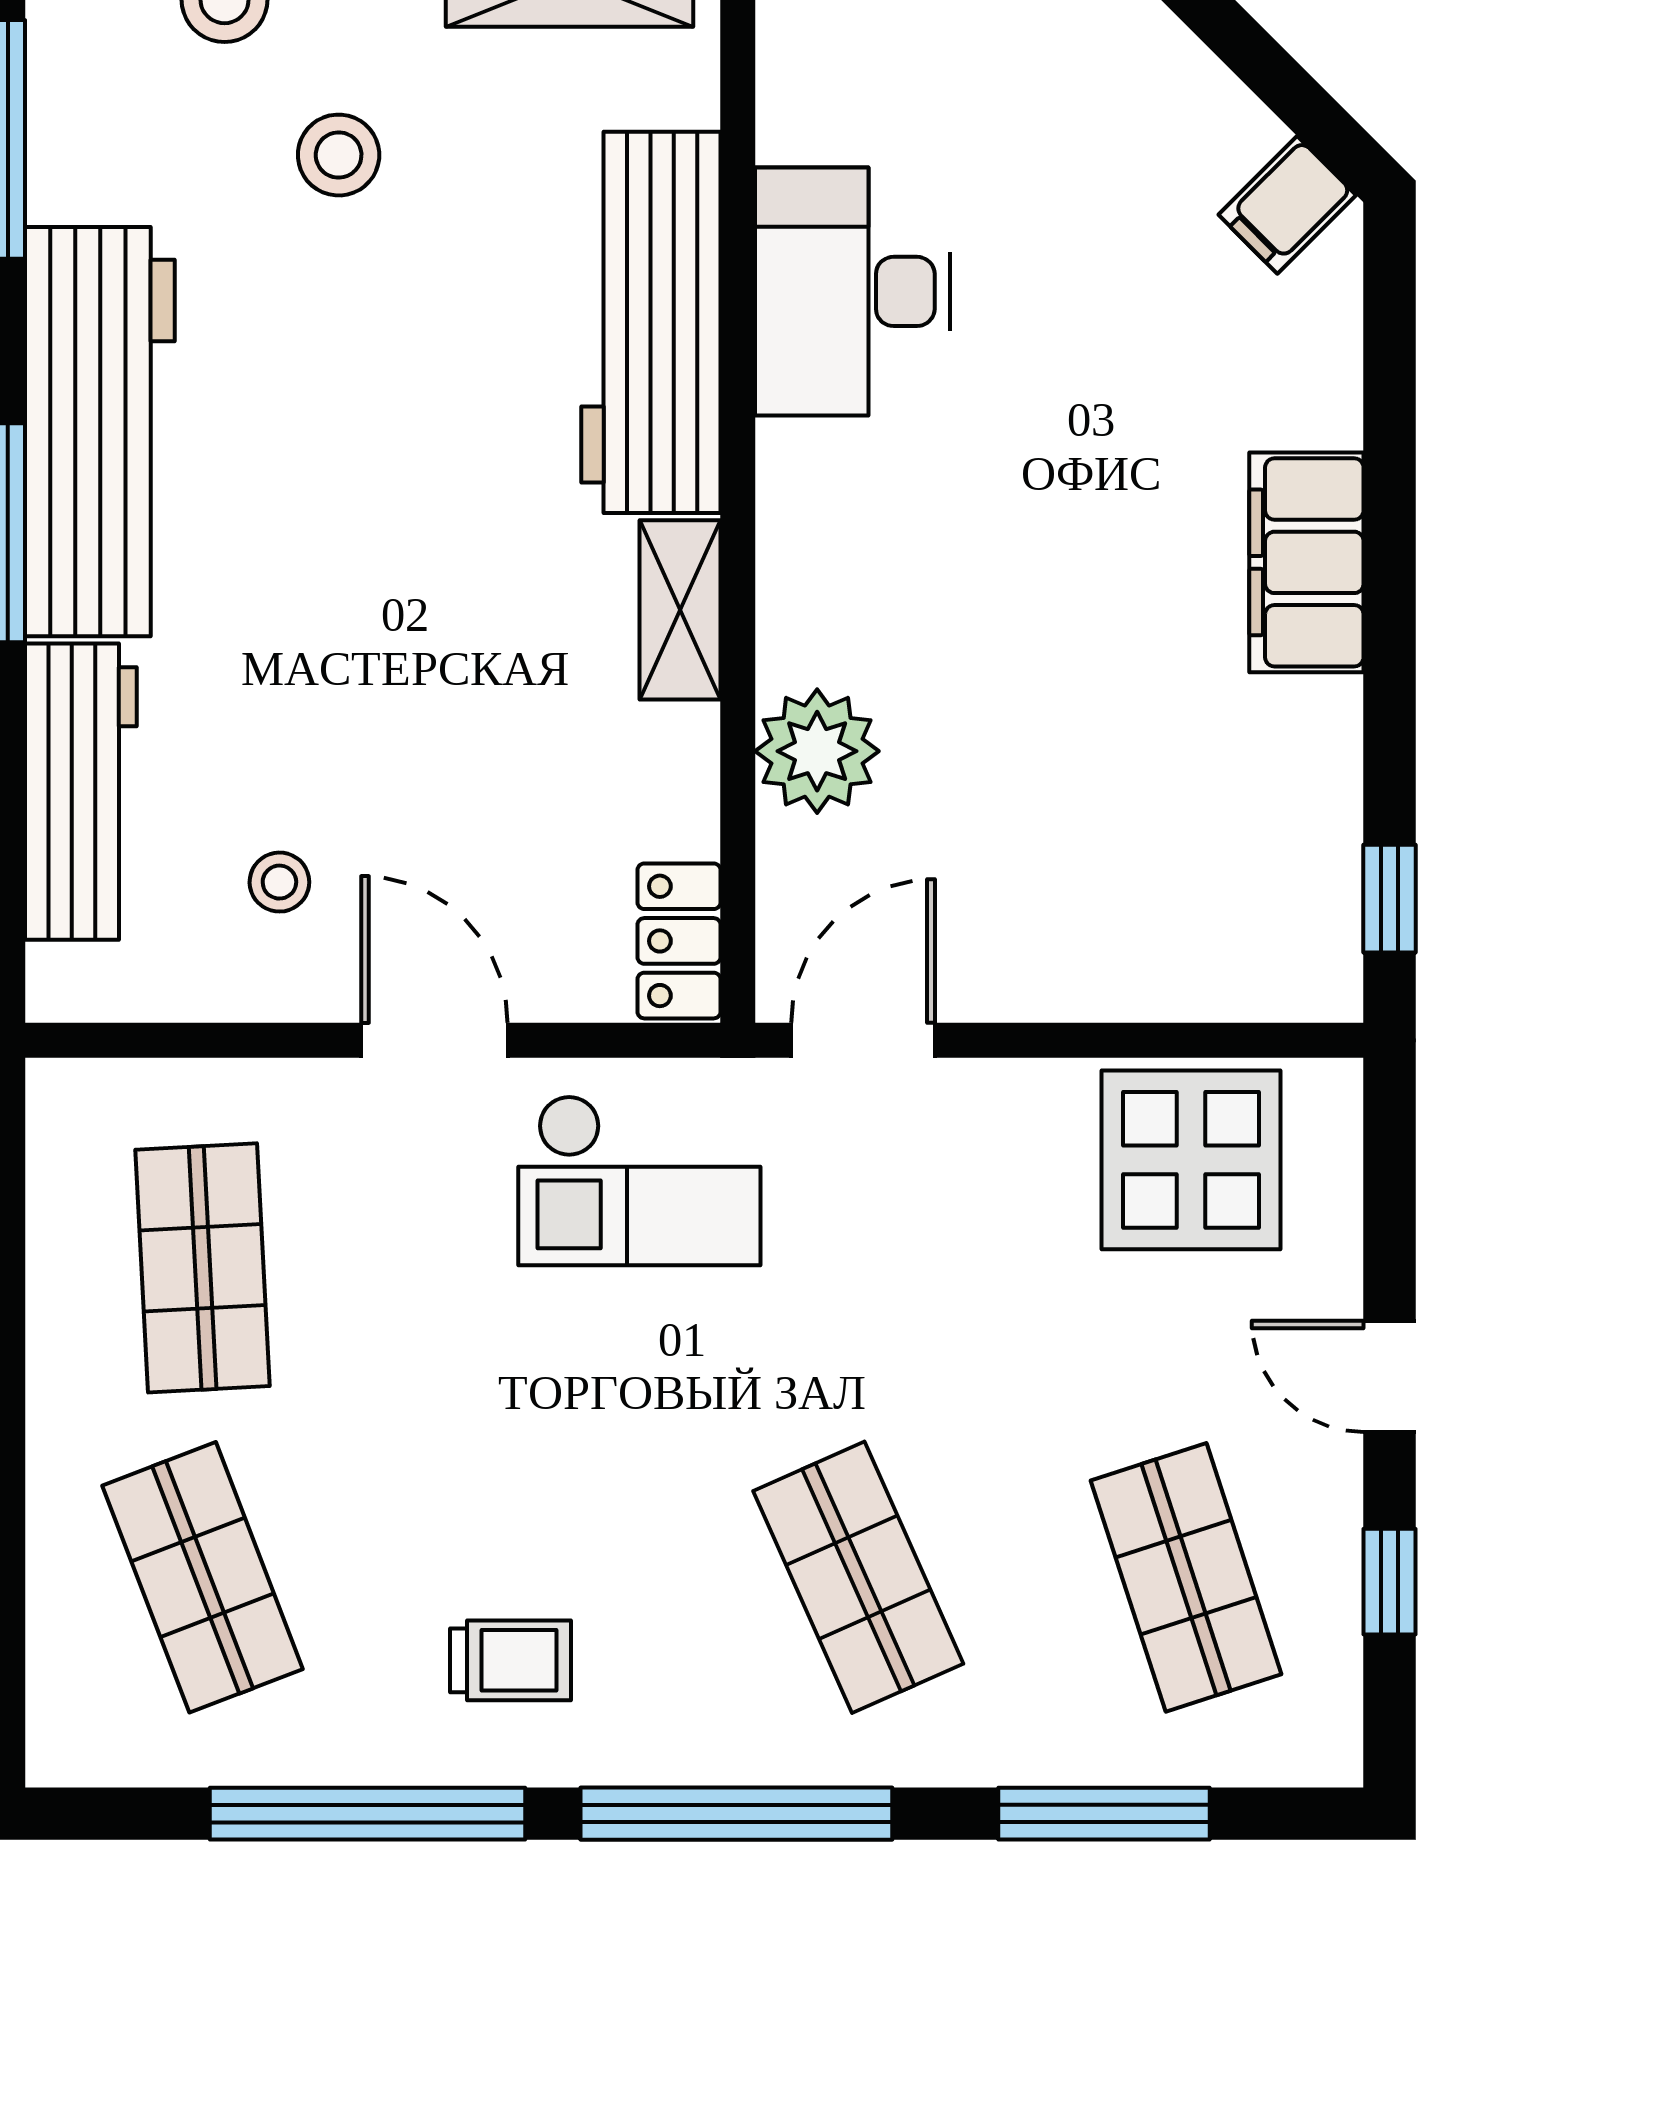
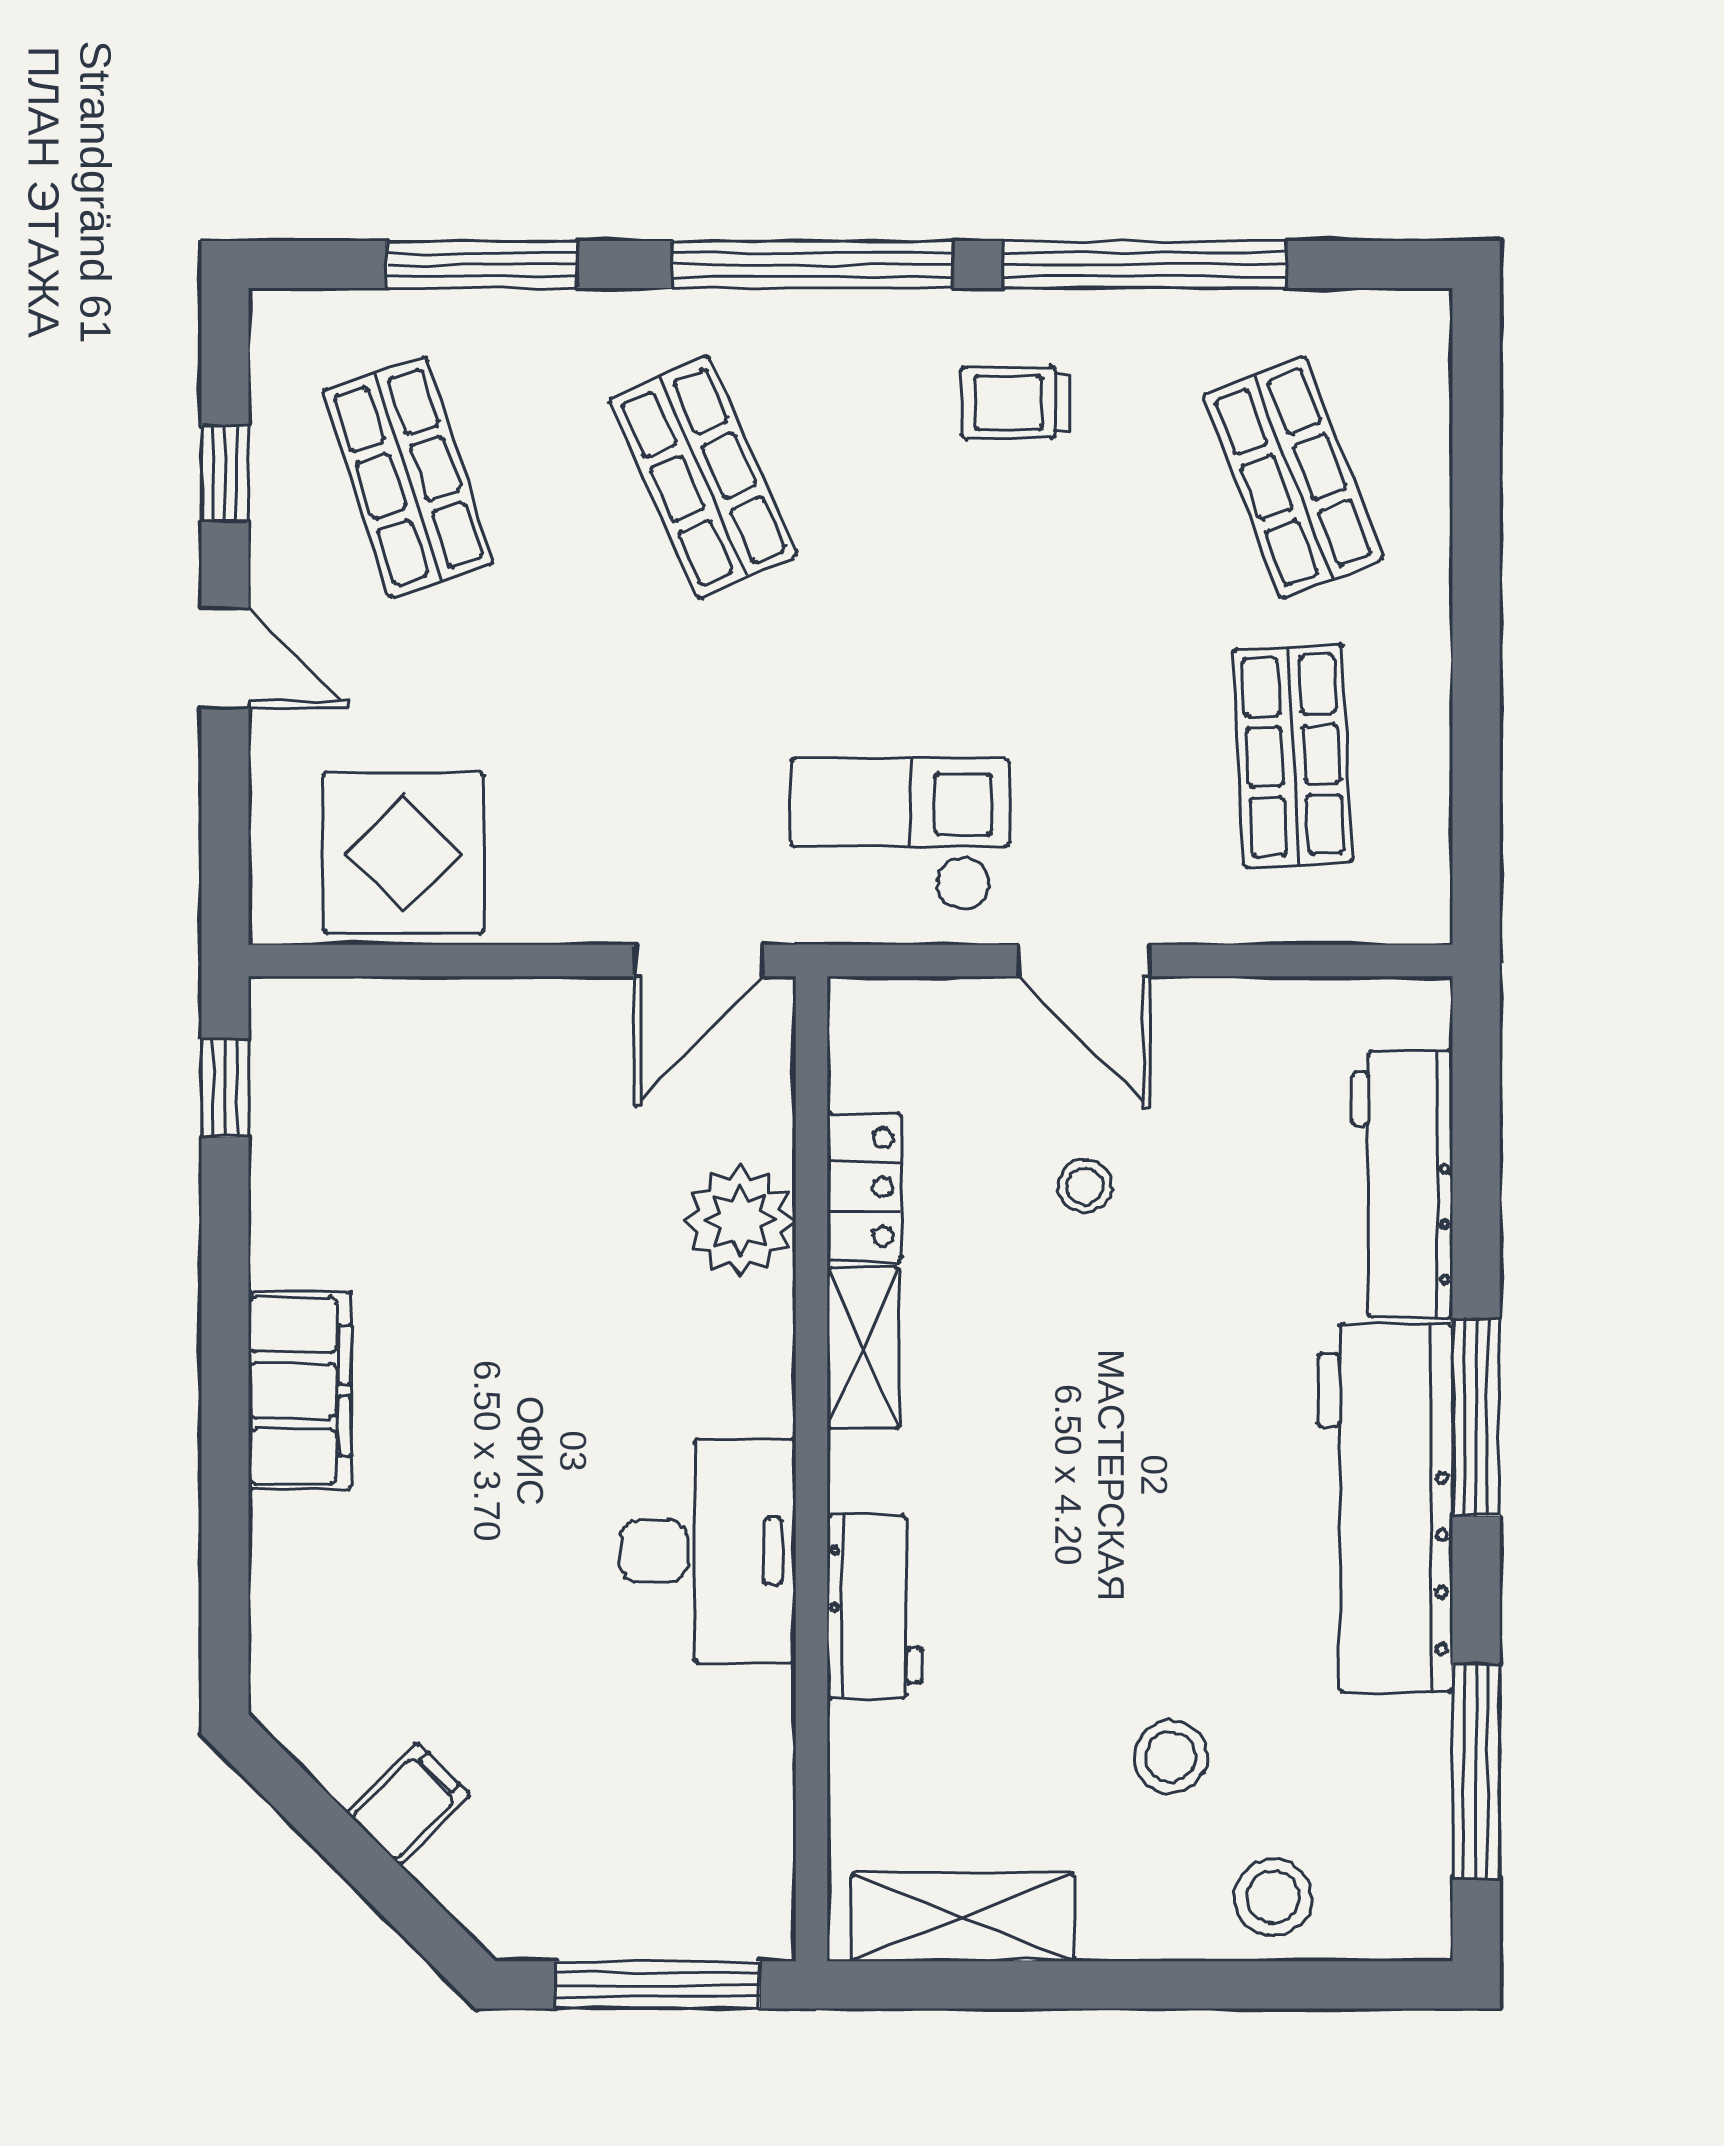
filing cabinet: (1287, 205) -> (408, 1804), moved
desk: (853, 291) -> (708, 1551), moved
workbench: (651, 322) -> (874, 1606), width x0.53, depth x0.76
stool: (279, 882) -> (1085, 1186), moved
locker: (679, 941) -> (864, 1187), moved

